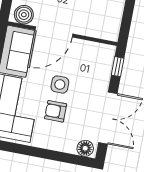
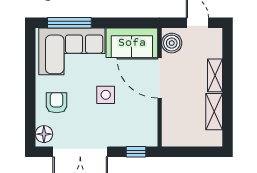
armchair: (56, 111) -> (57, 103), moved

